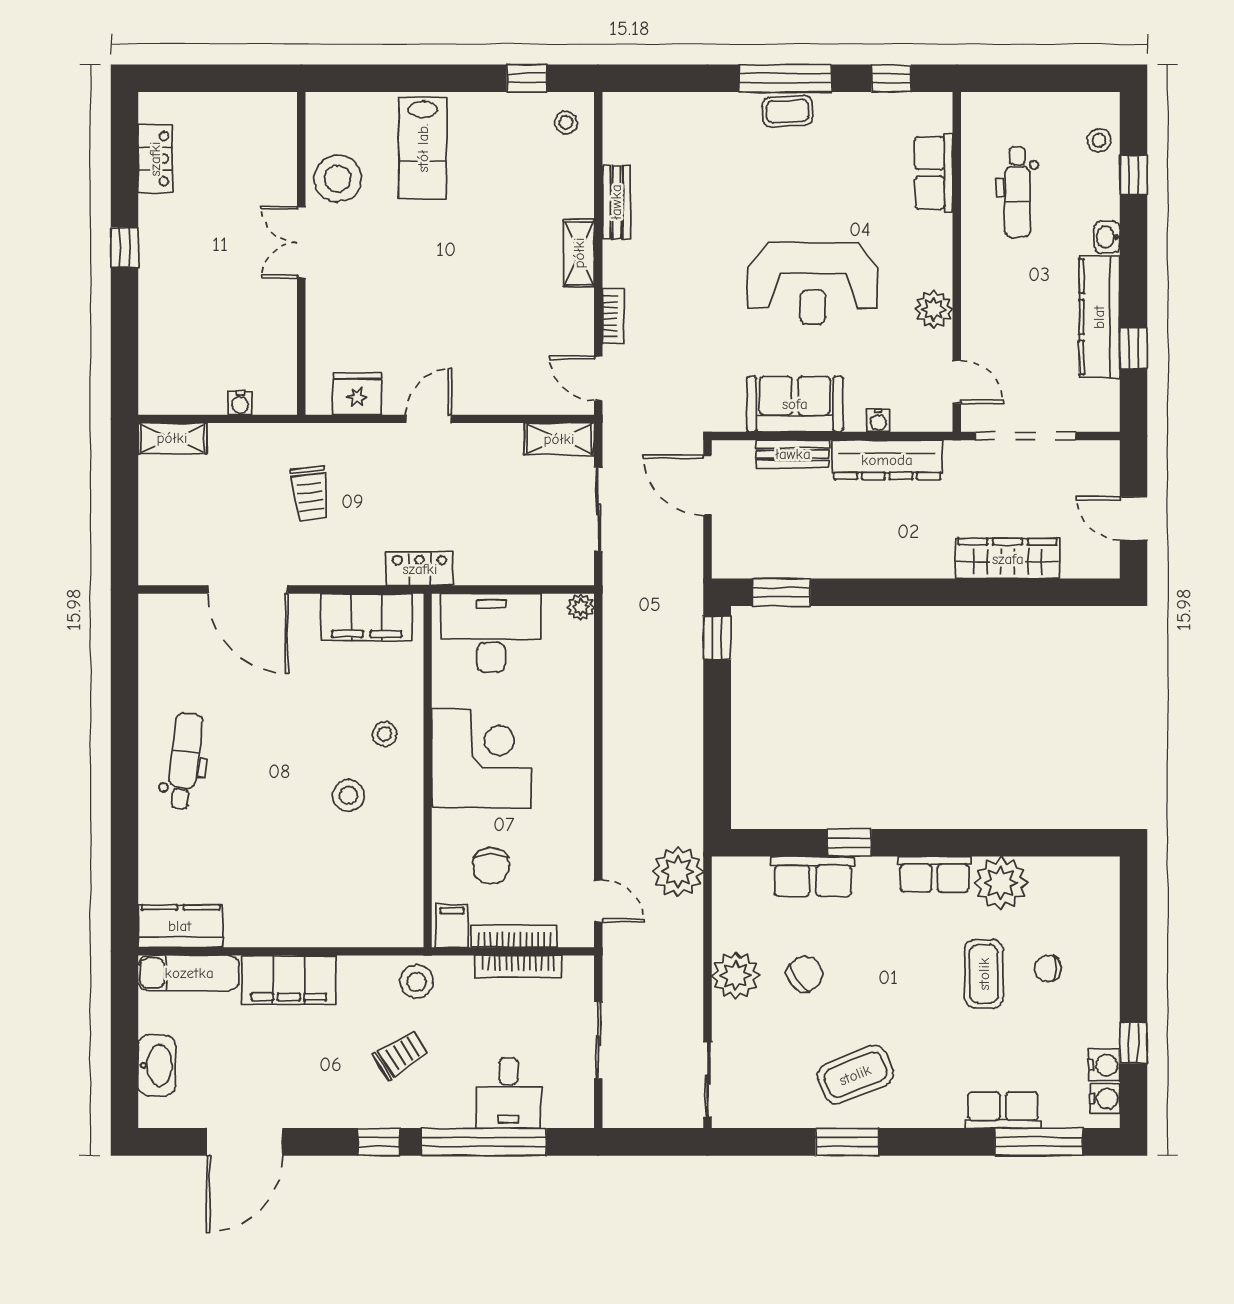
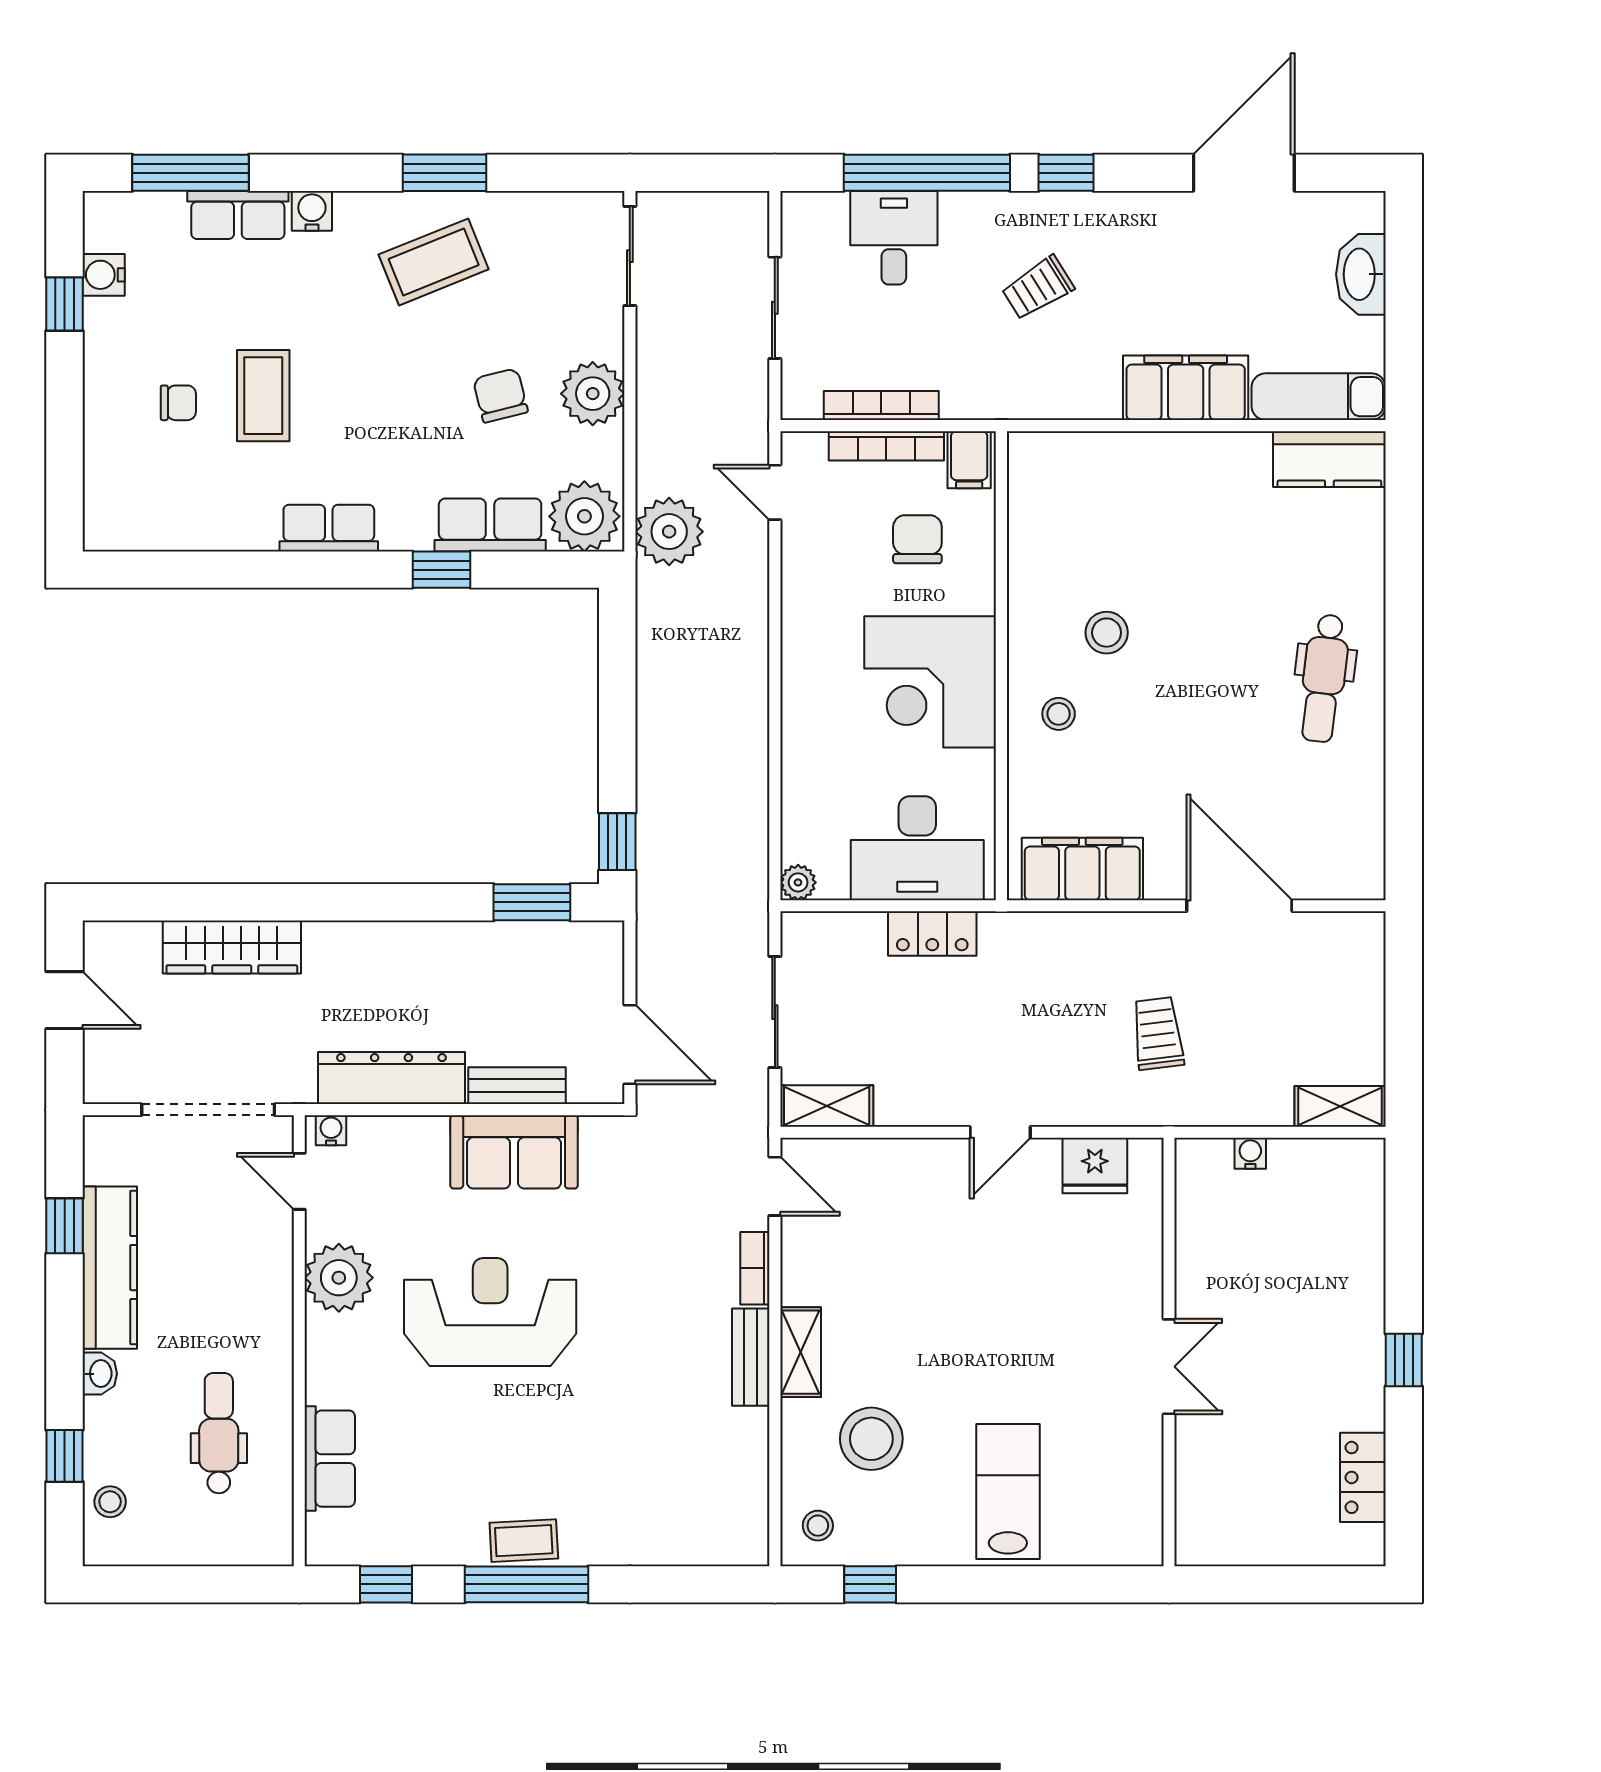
stool: (338, 179) -> (871, 1439), moved
bench: (616, 202) -> (751, 1357), moved
plant: (934, 309) -> (339, 1278), width x1.36, depth x1.36
water cooler: (878, 420) -> (331, 1130), moved
locker: (420, 569) -> (932, 934), moved
plant: (1001, 883) -> (584, 516), moved
chair: (805, 974) -> (500, 395), turned 112
stool: (417, 982) -> (1016, 385), removed
water cooler: (1105, 1099) -> (312, 211), moved, turned 90

